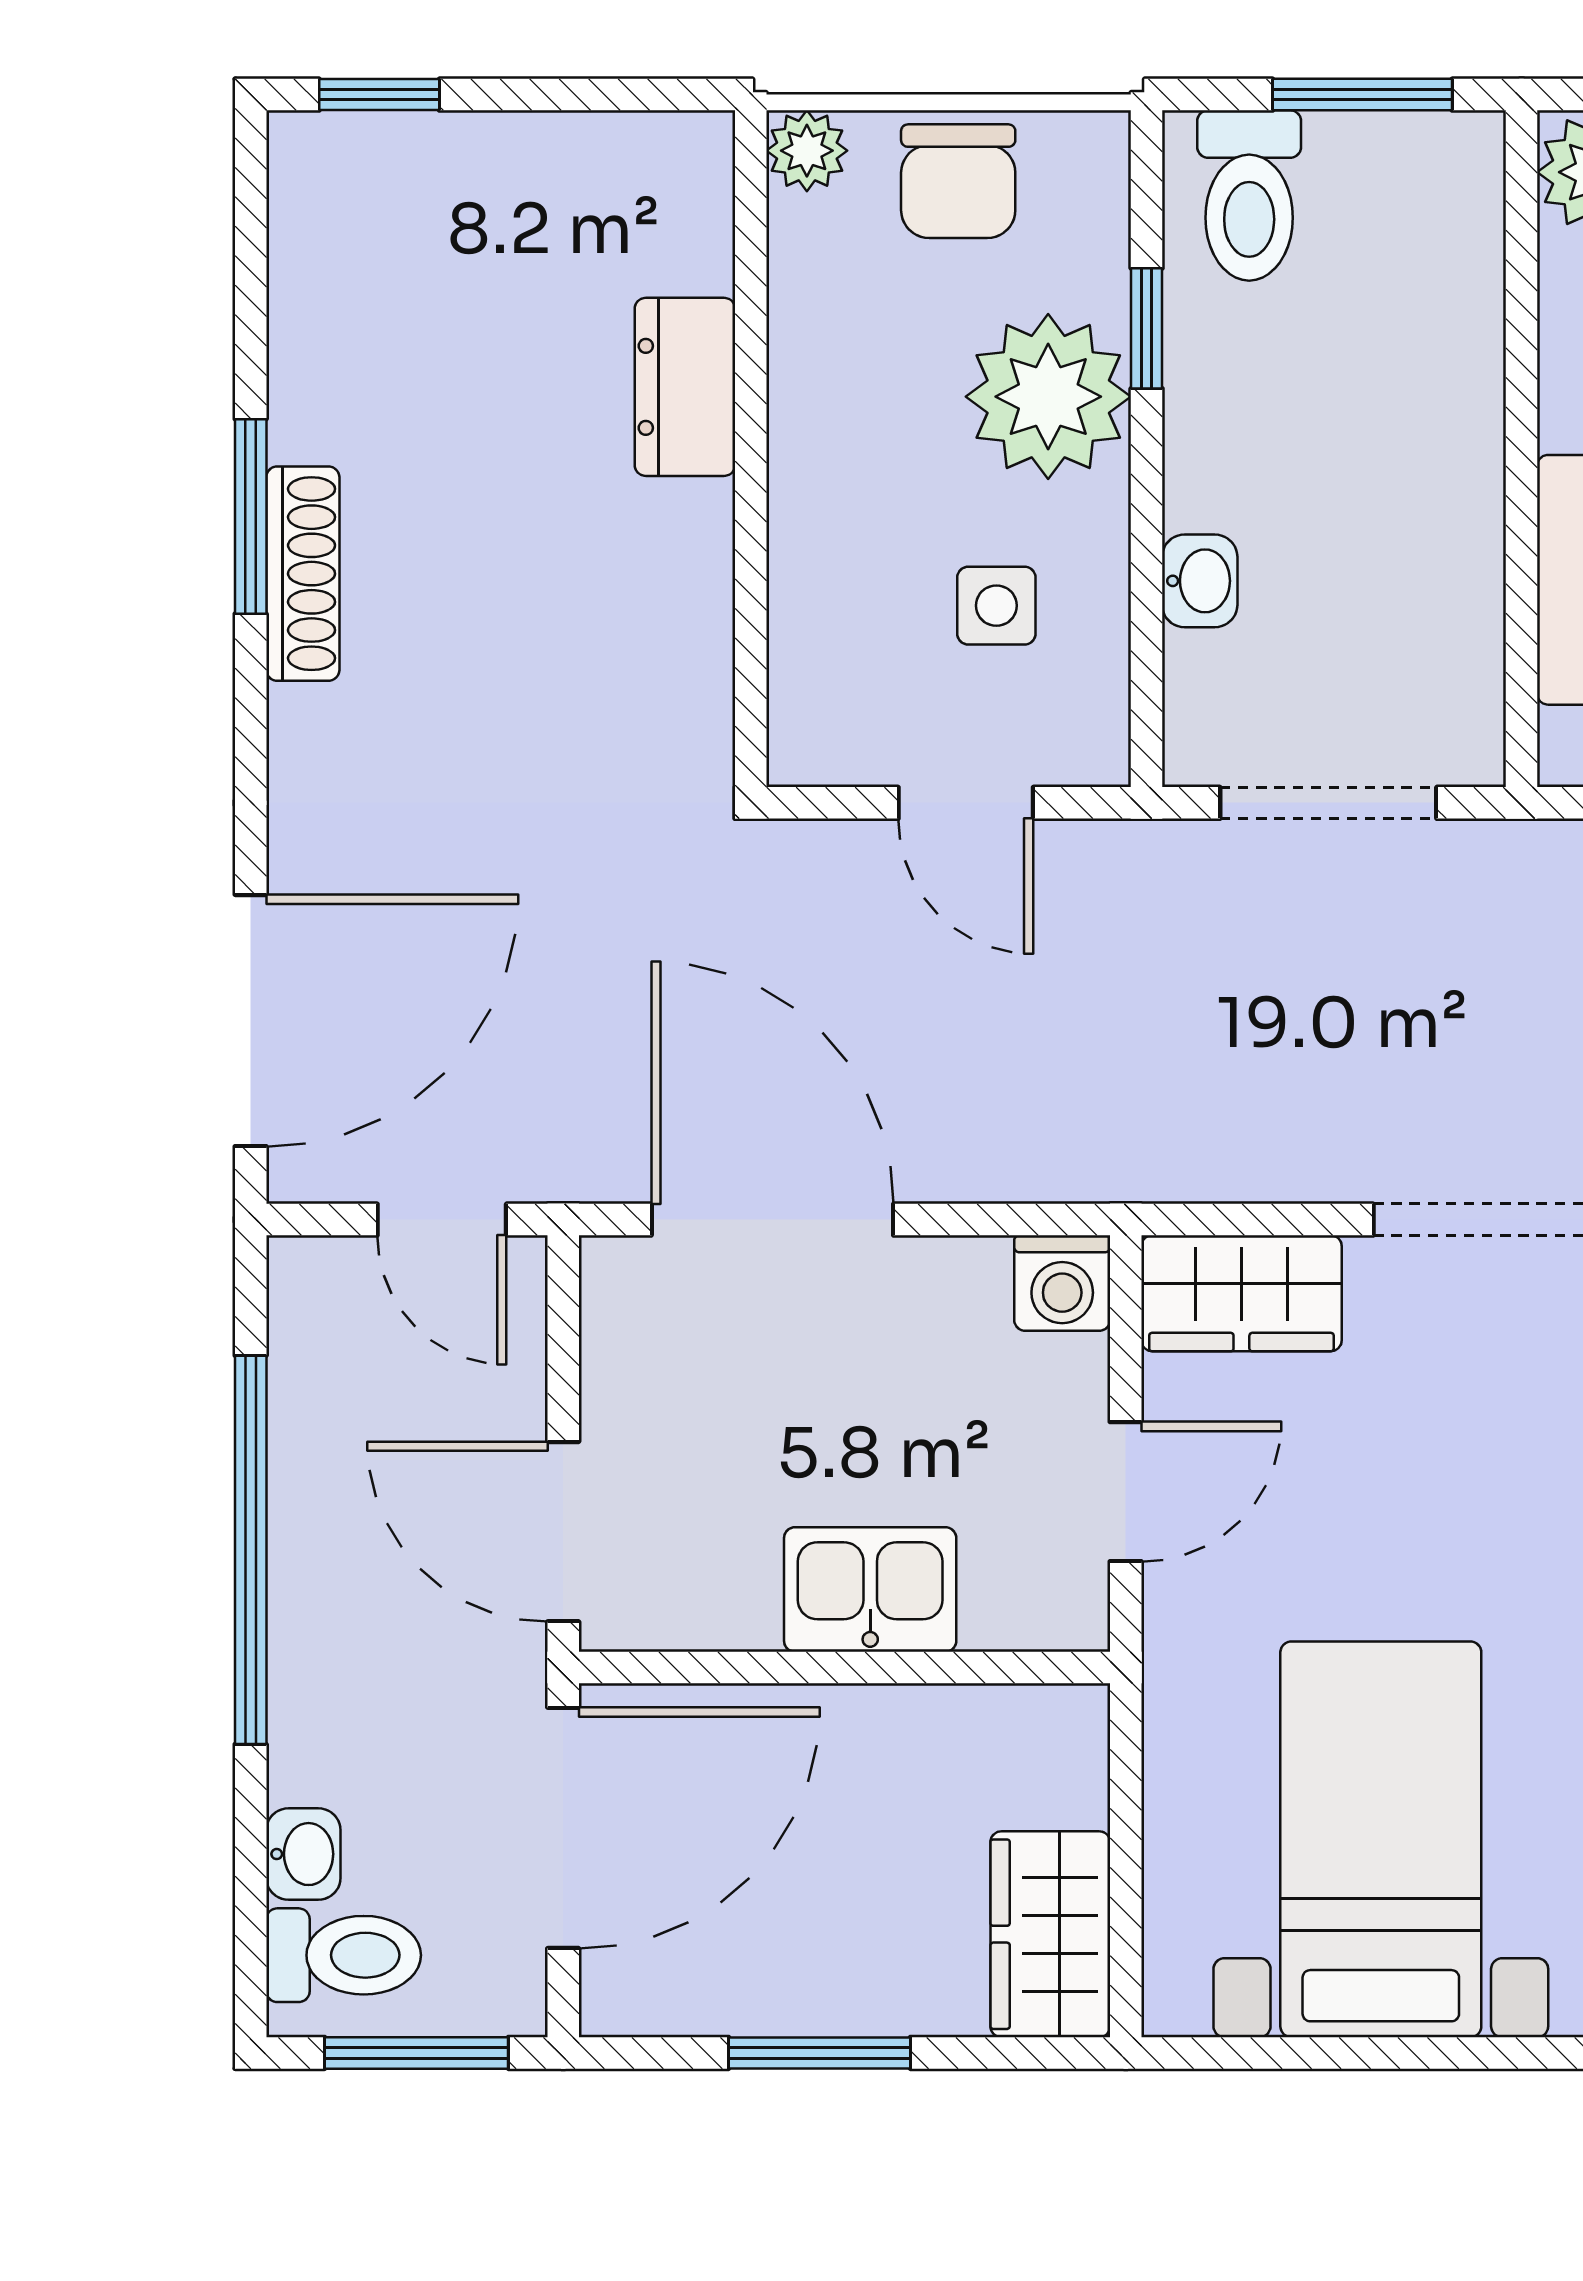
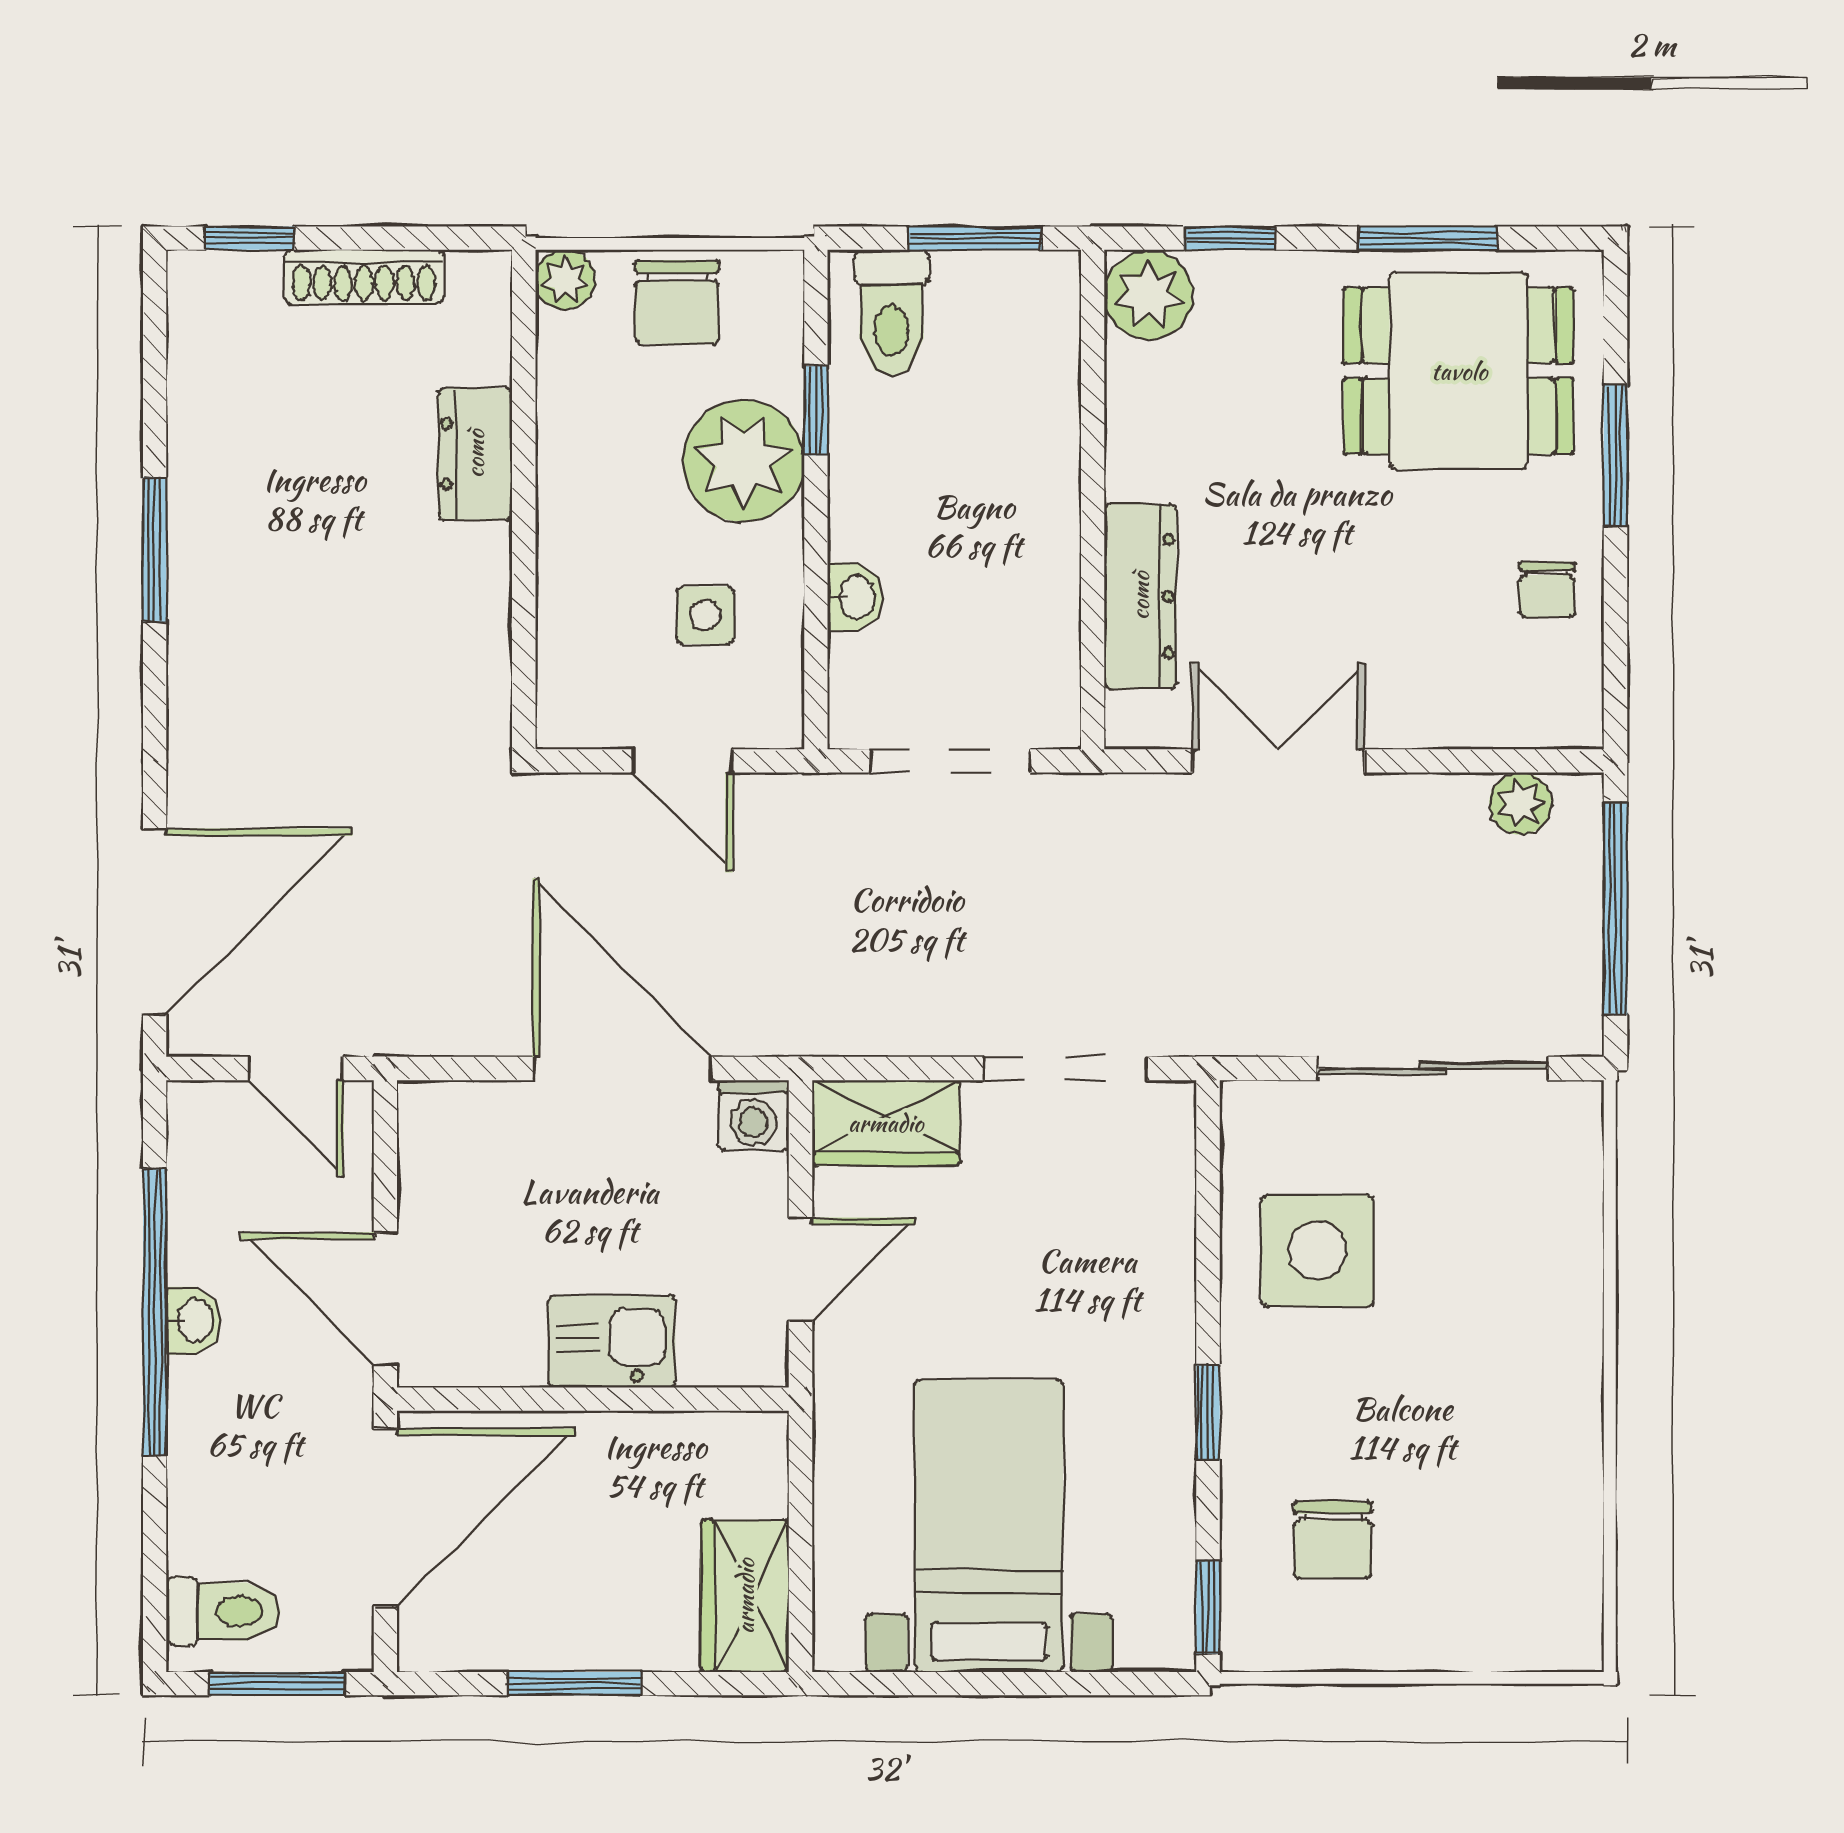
shoe rack: (303, 574) -> (364, 277), moved, turned 90
door: (772, 1220) -> (622, 1069), moved
washbasin: (303, 1854) -> (194, 1321), moved

